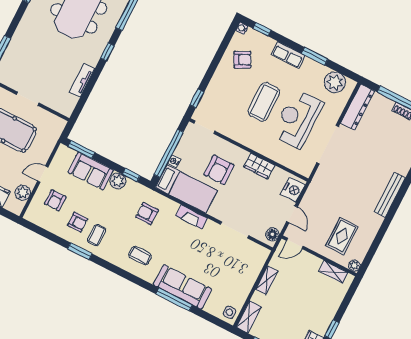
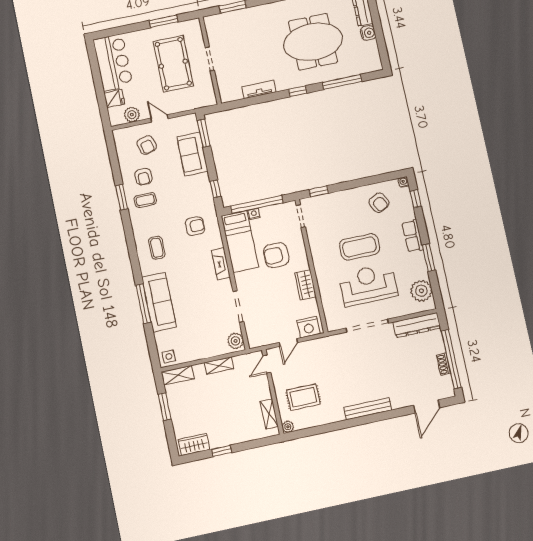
plant: (118, 181) -> (235, 341), moved
armchair: (55, 200) -> (147, 145), turned -105
armchair: (147, 213) -> (195, 226), turned 90
floor lamp: (272, 234) -> (259, 340), removed
door: (295, 243) -> (267, 364), hinge flipped

